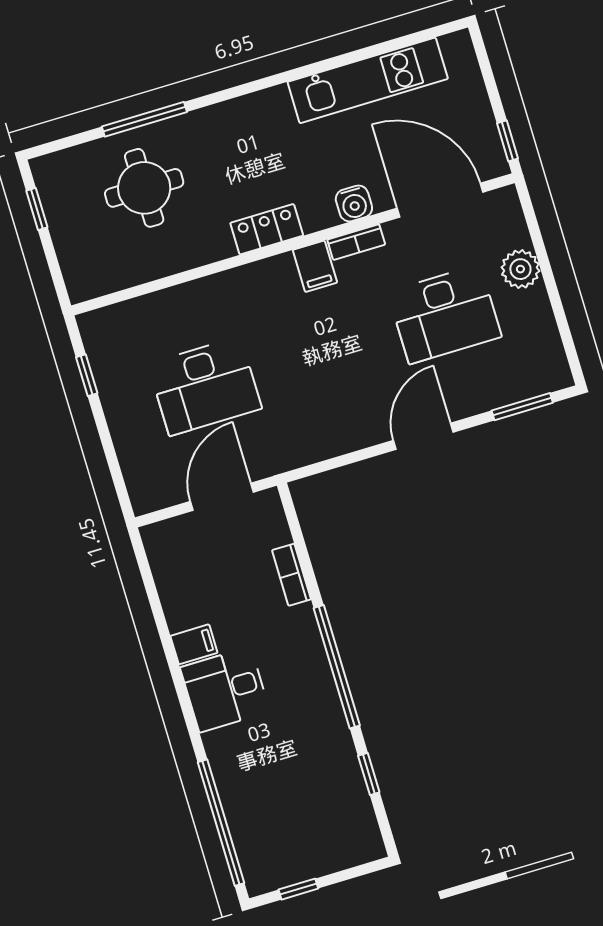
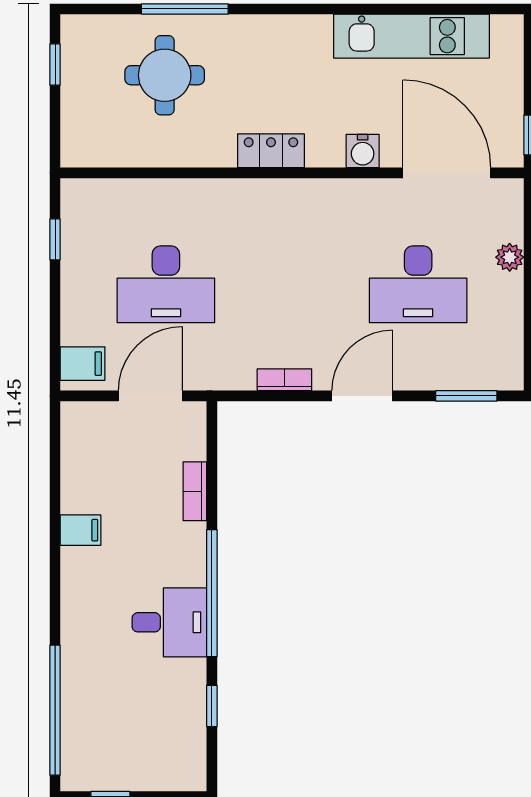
bookcase: (356, 242) -> (284, 380), moved, turned 180
filing cabinet: (315, 266) -> (83, 364), moved, turned -90
plant: (520, 269) -> (510, 257), width x0.73, depth x0.73
desk: (225, 689) -> (169, 622), moved, turned 180

